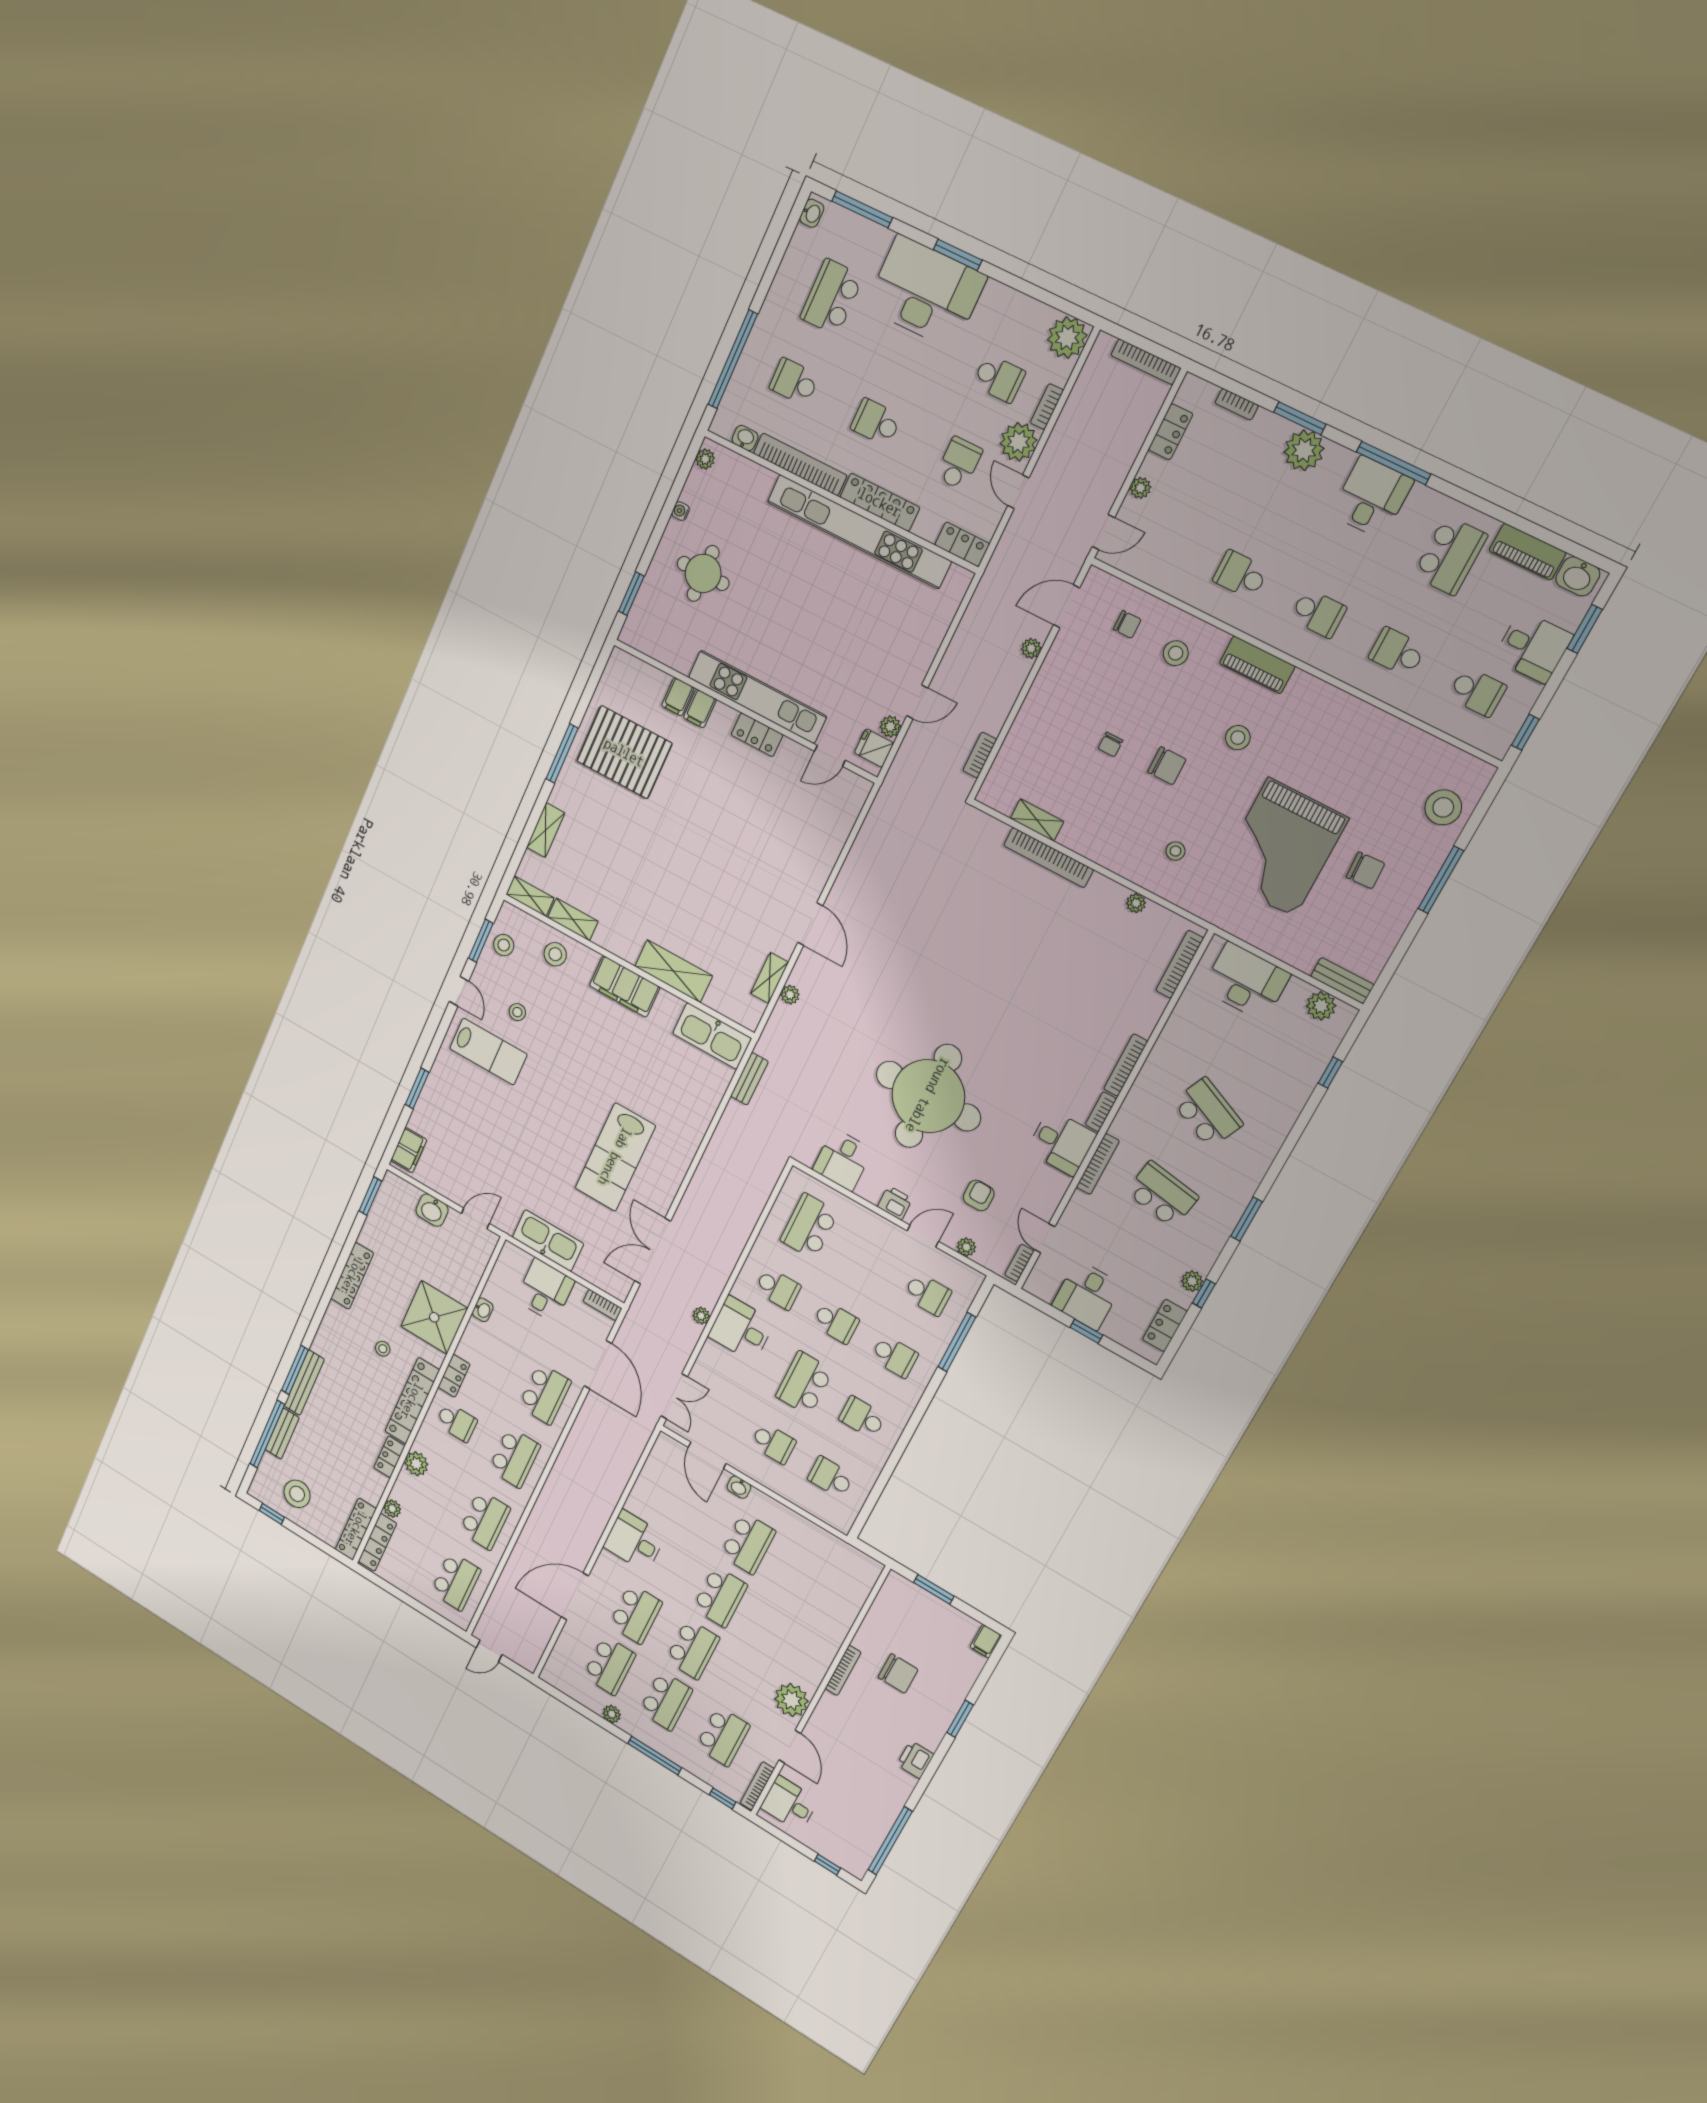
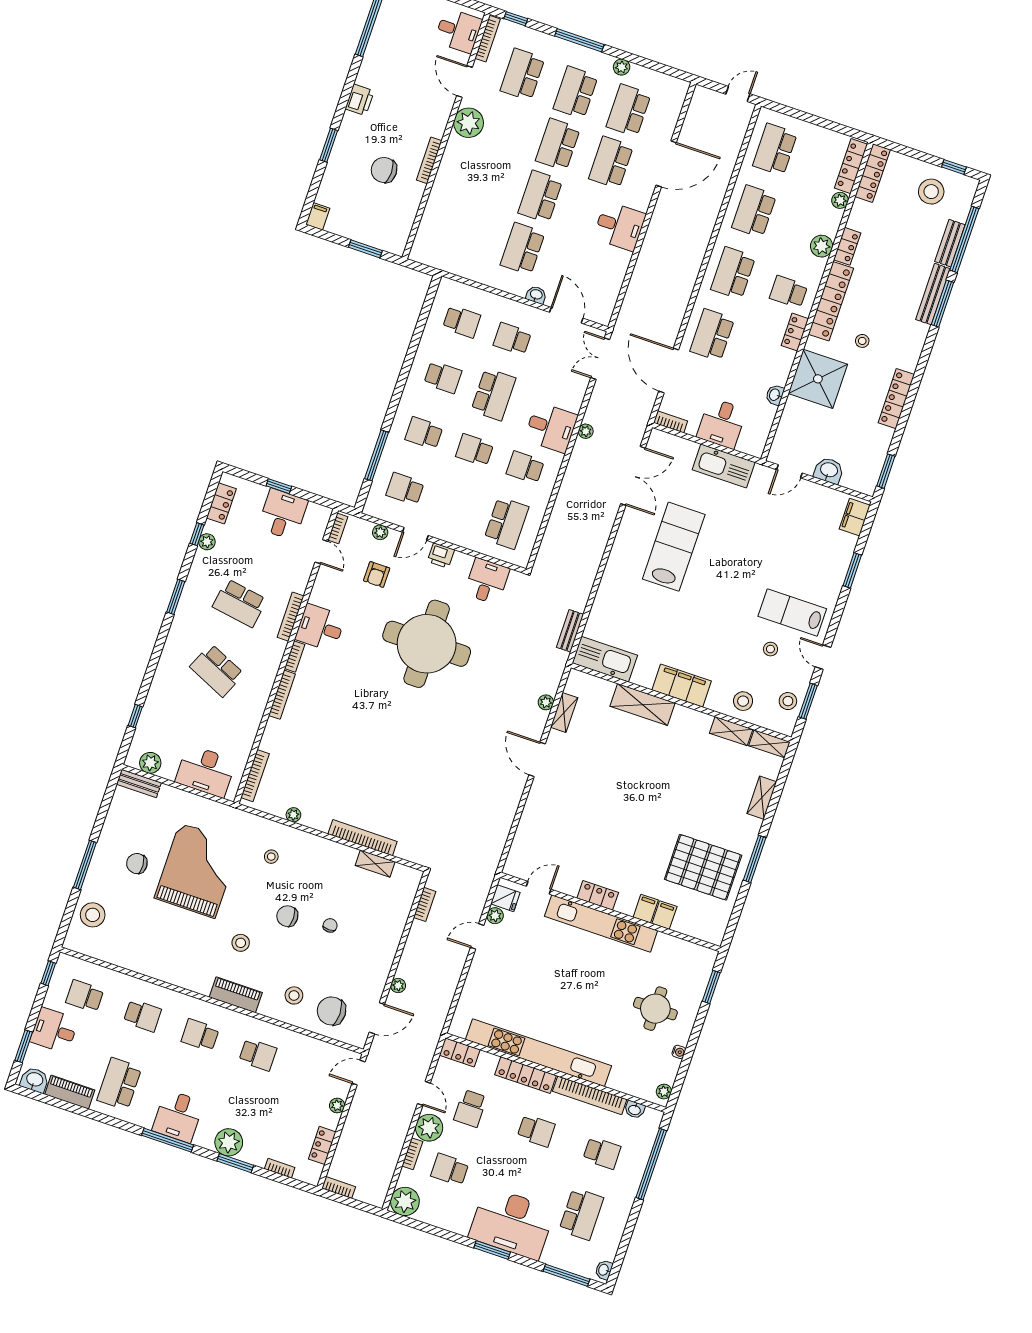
bookcase: (1146, 362) -> (339, 1187), width x0.64
chair: (1127, 624) -> (331, 1011), width x1.87, depth x1.87

